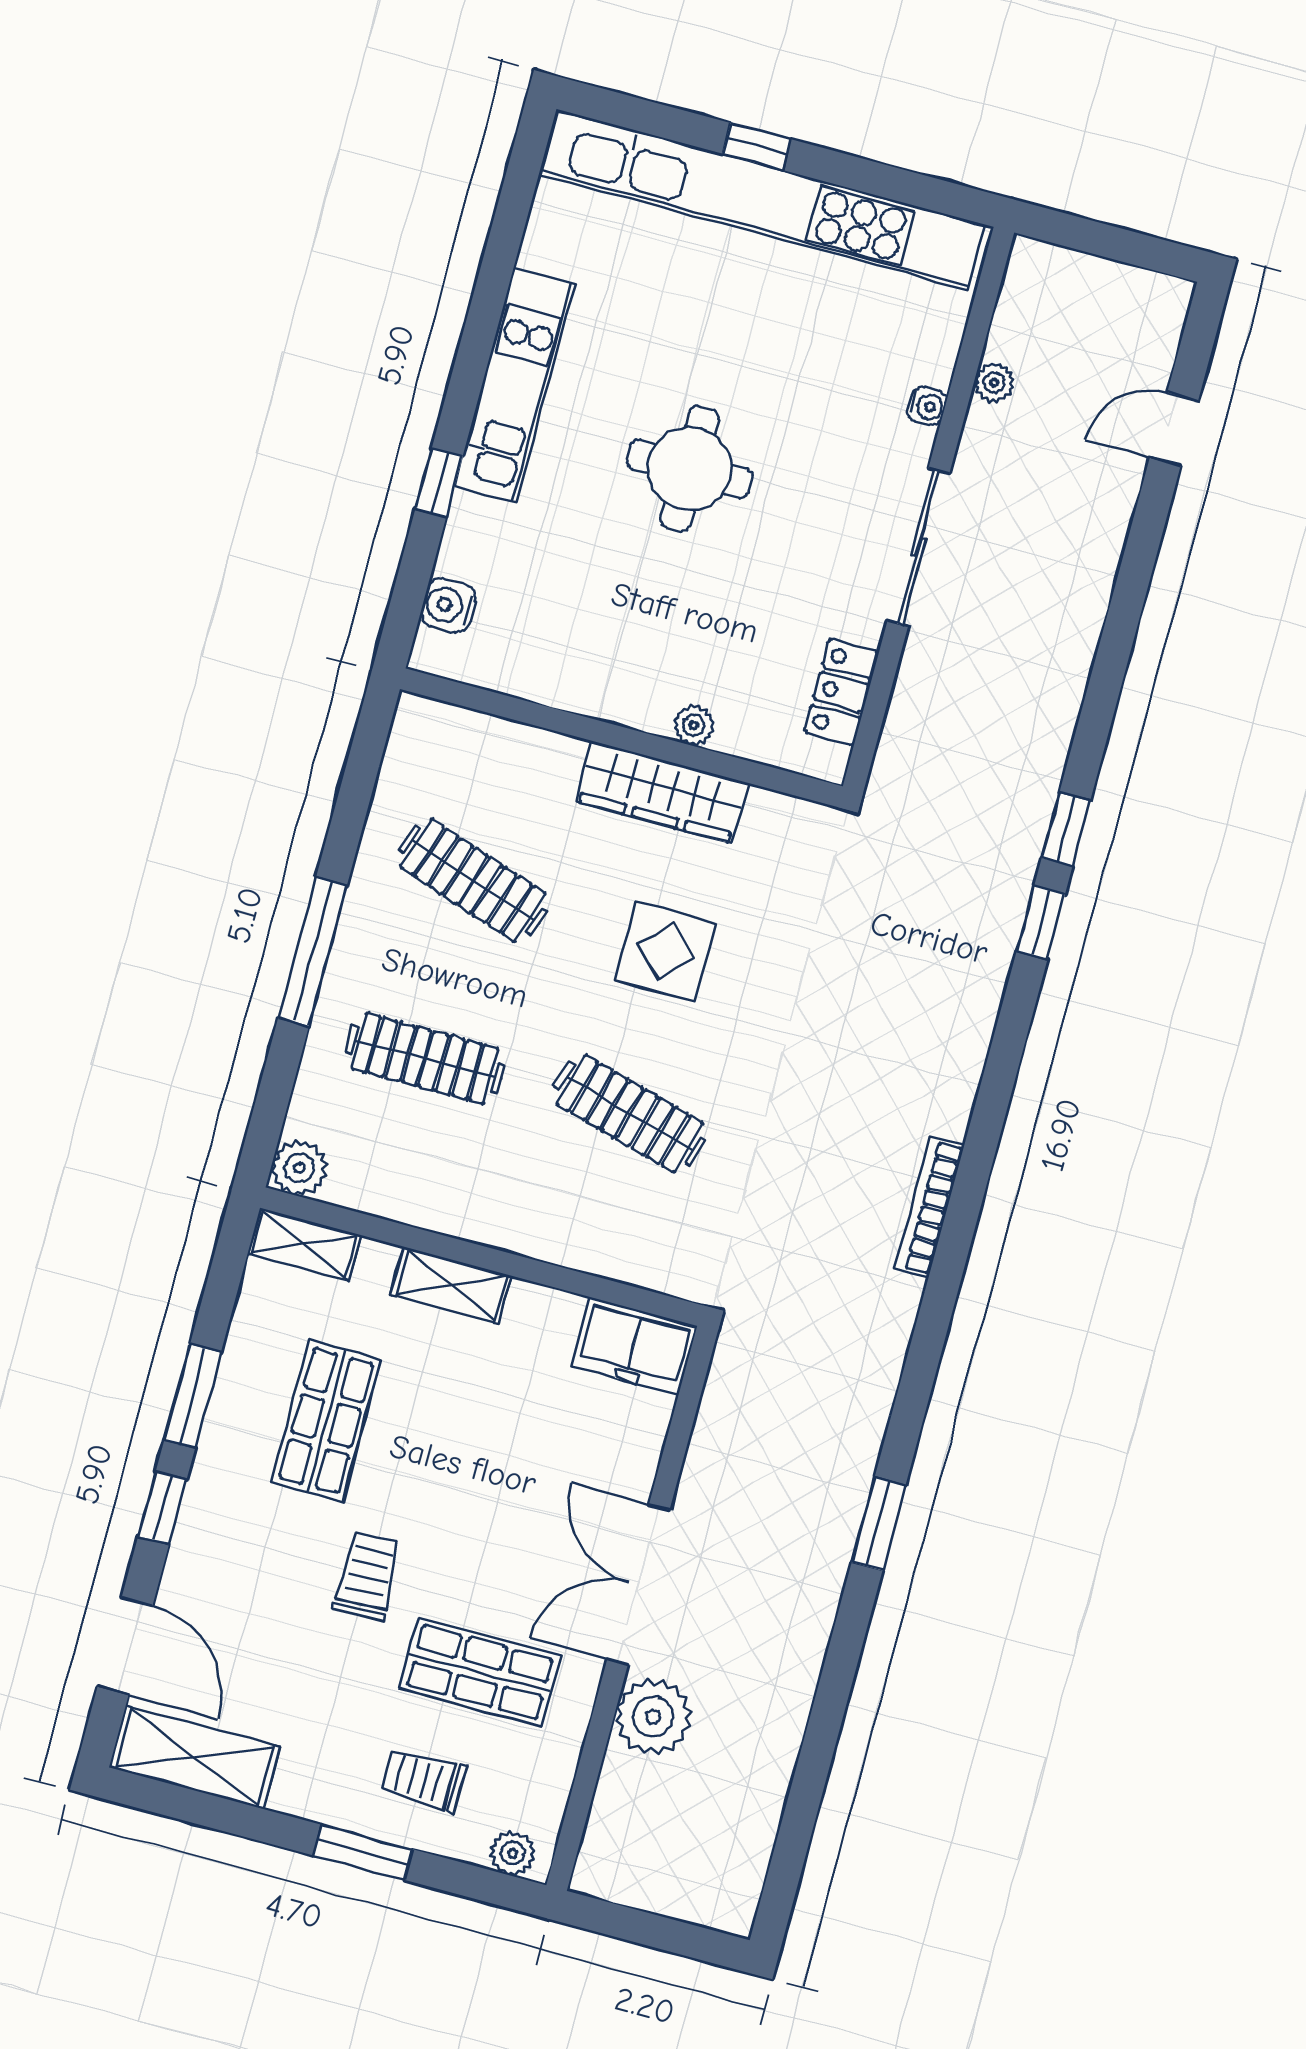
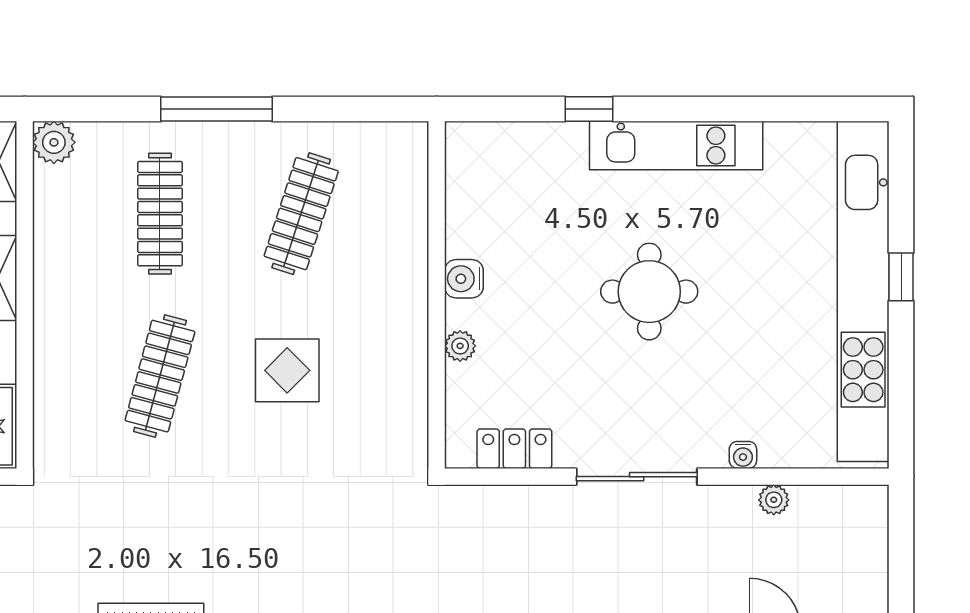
water cooler: (448, 605) -> (464, 279), moved, turned -90
wardrobe: (662, 792) -> (404, 336), removed

